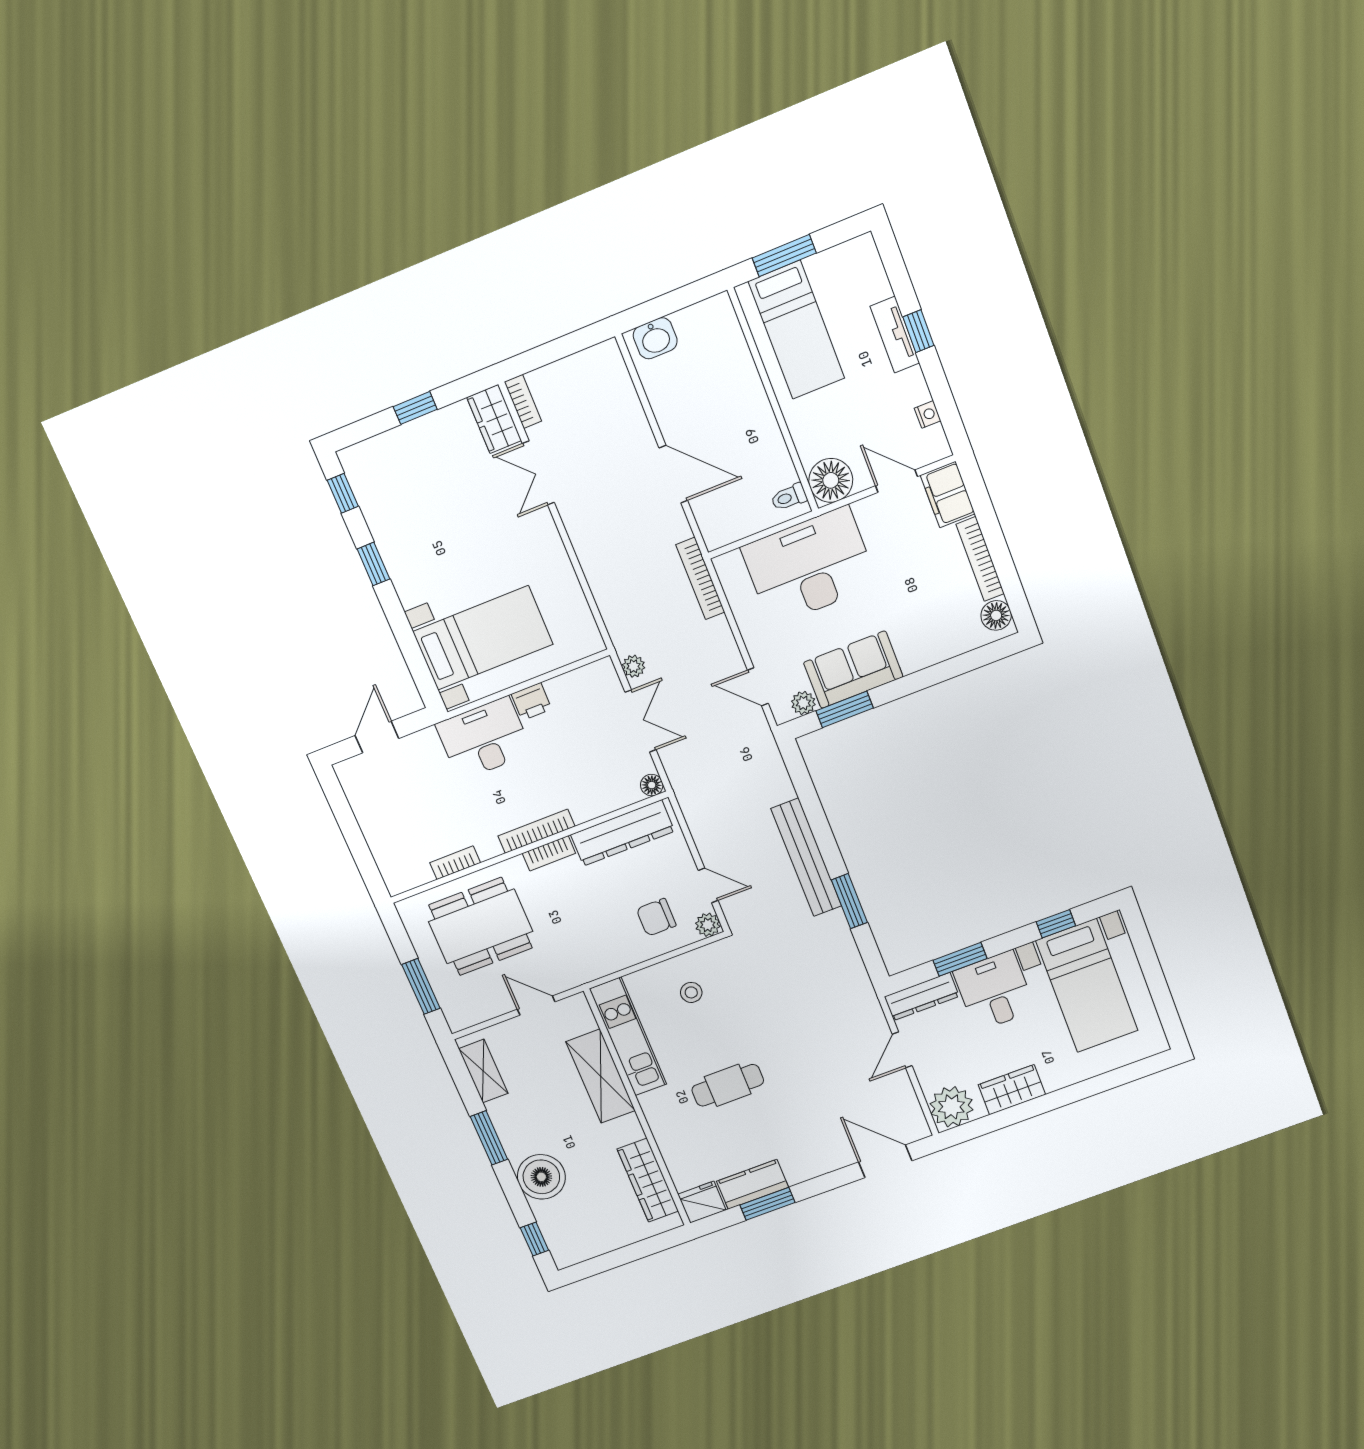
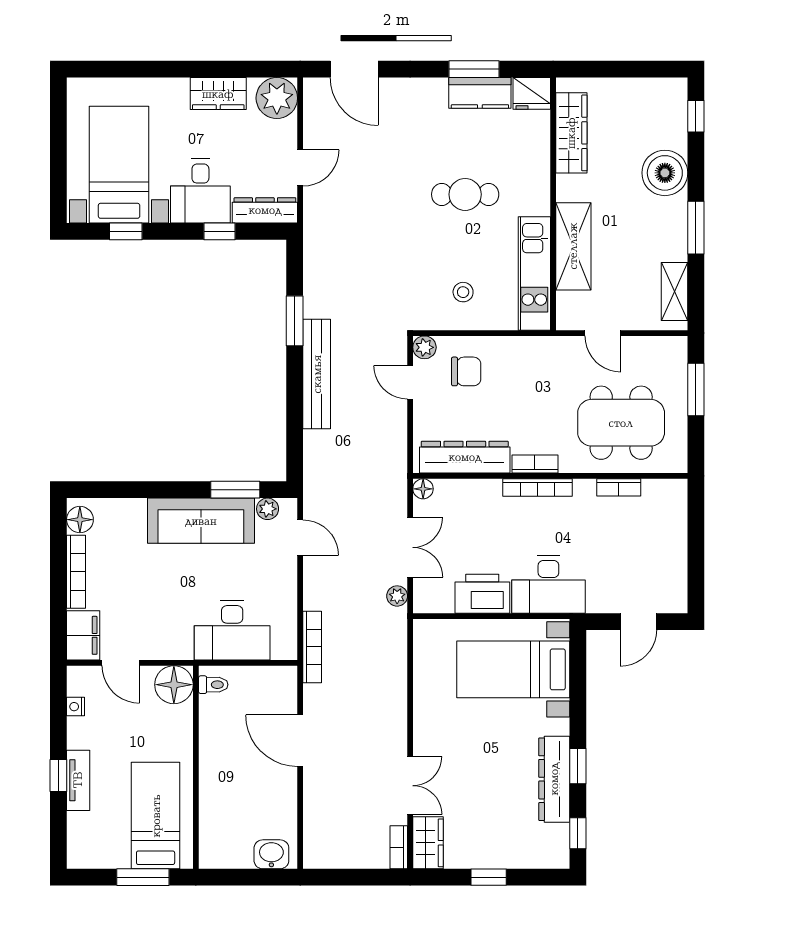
dresser: (392, 540) -> (554, 779), added
desk: (809, 566) -> (232, 630), width x0.73, depth x0.77
sofa: (853, 670) -> (201, 521), width x1.36
printer: (531, 702) -> (482, 594), width x1.87, depth x1.48
double door: (641, 721) -> (410, 547), swing flipped
window: (960, 959) -> (219, 231), width x0.67

